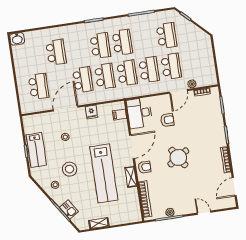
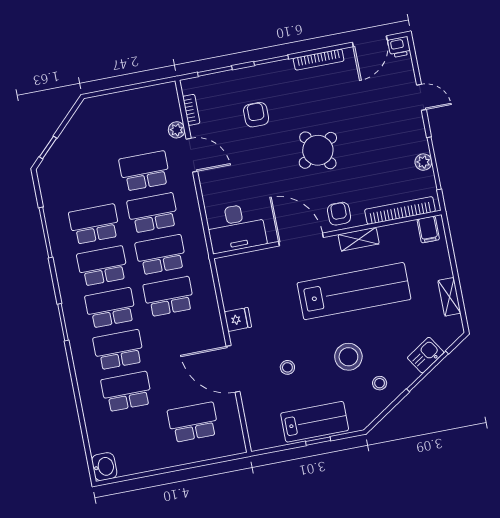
school desk: (166, 36) -> (94, 224), moved
school desk: (83, 80) -> (119, 350), moved
filing cabinet: (120, 115) -> (428, 229), moved
armchair: (167, 120) -> (256, 115), moved
door: (234, 187) -> (370, 41), hinge flipped
printer: (231, 202) -> (399, 47), added
door: (204, 213) -> (421, 97), swing flipped

